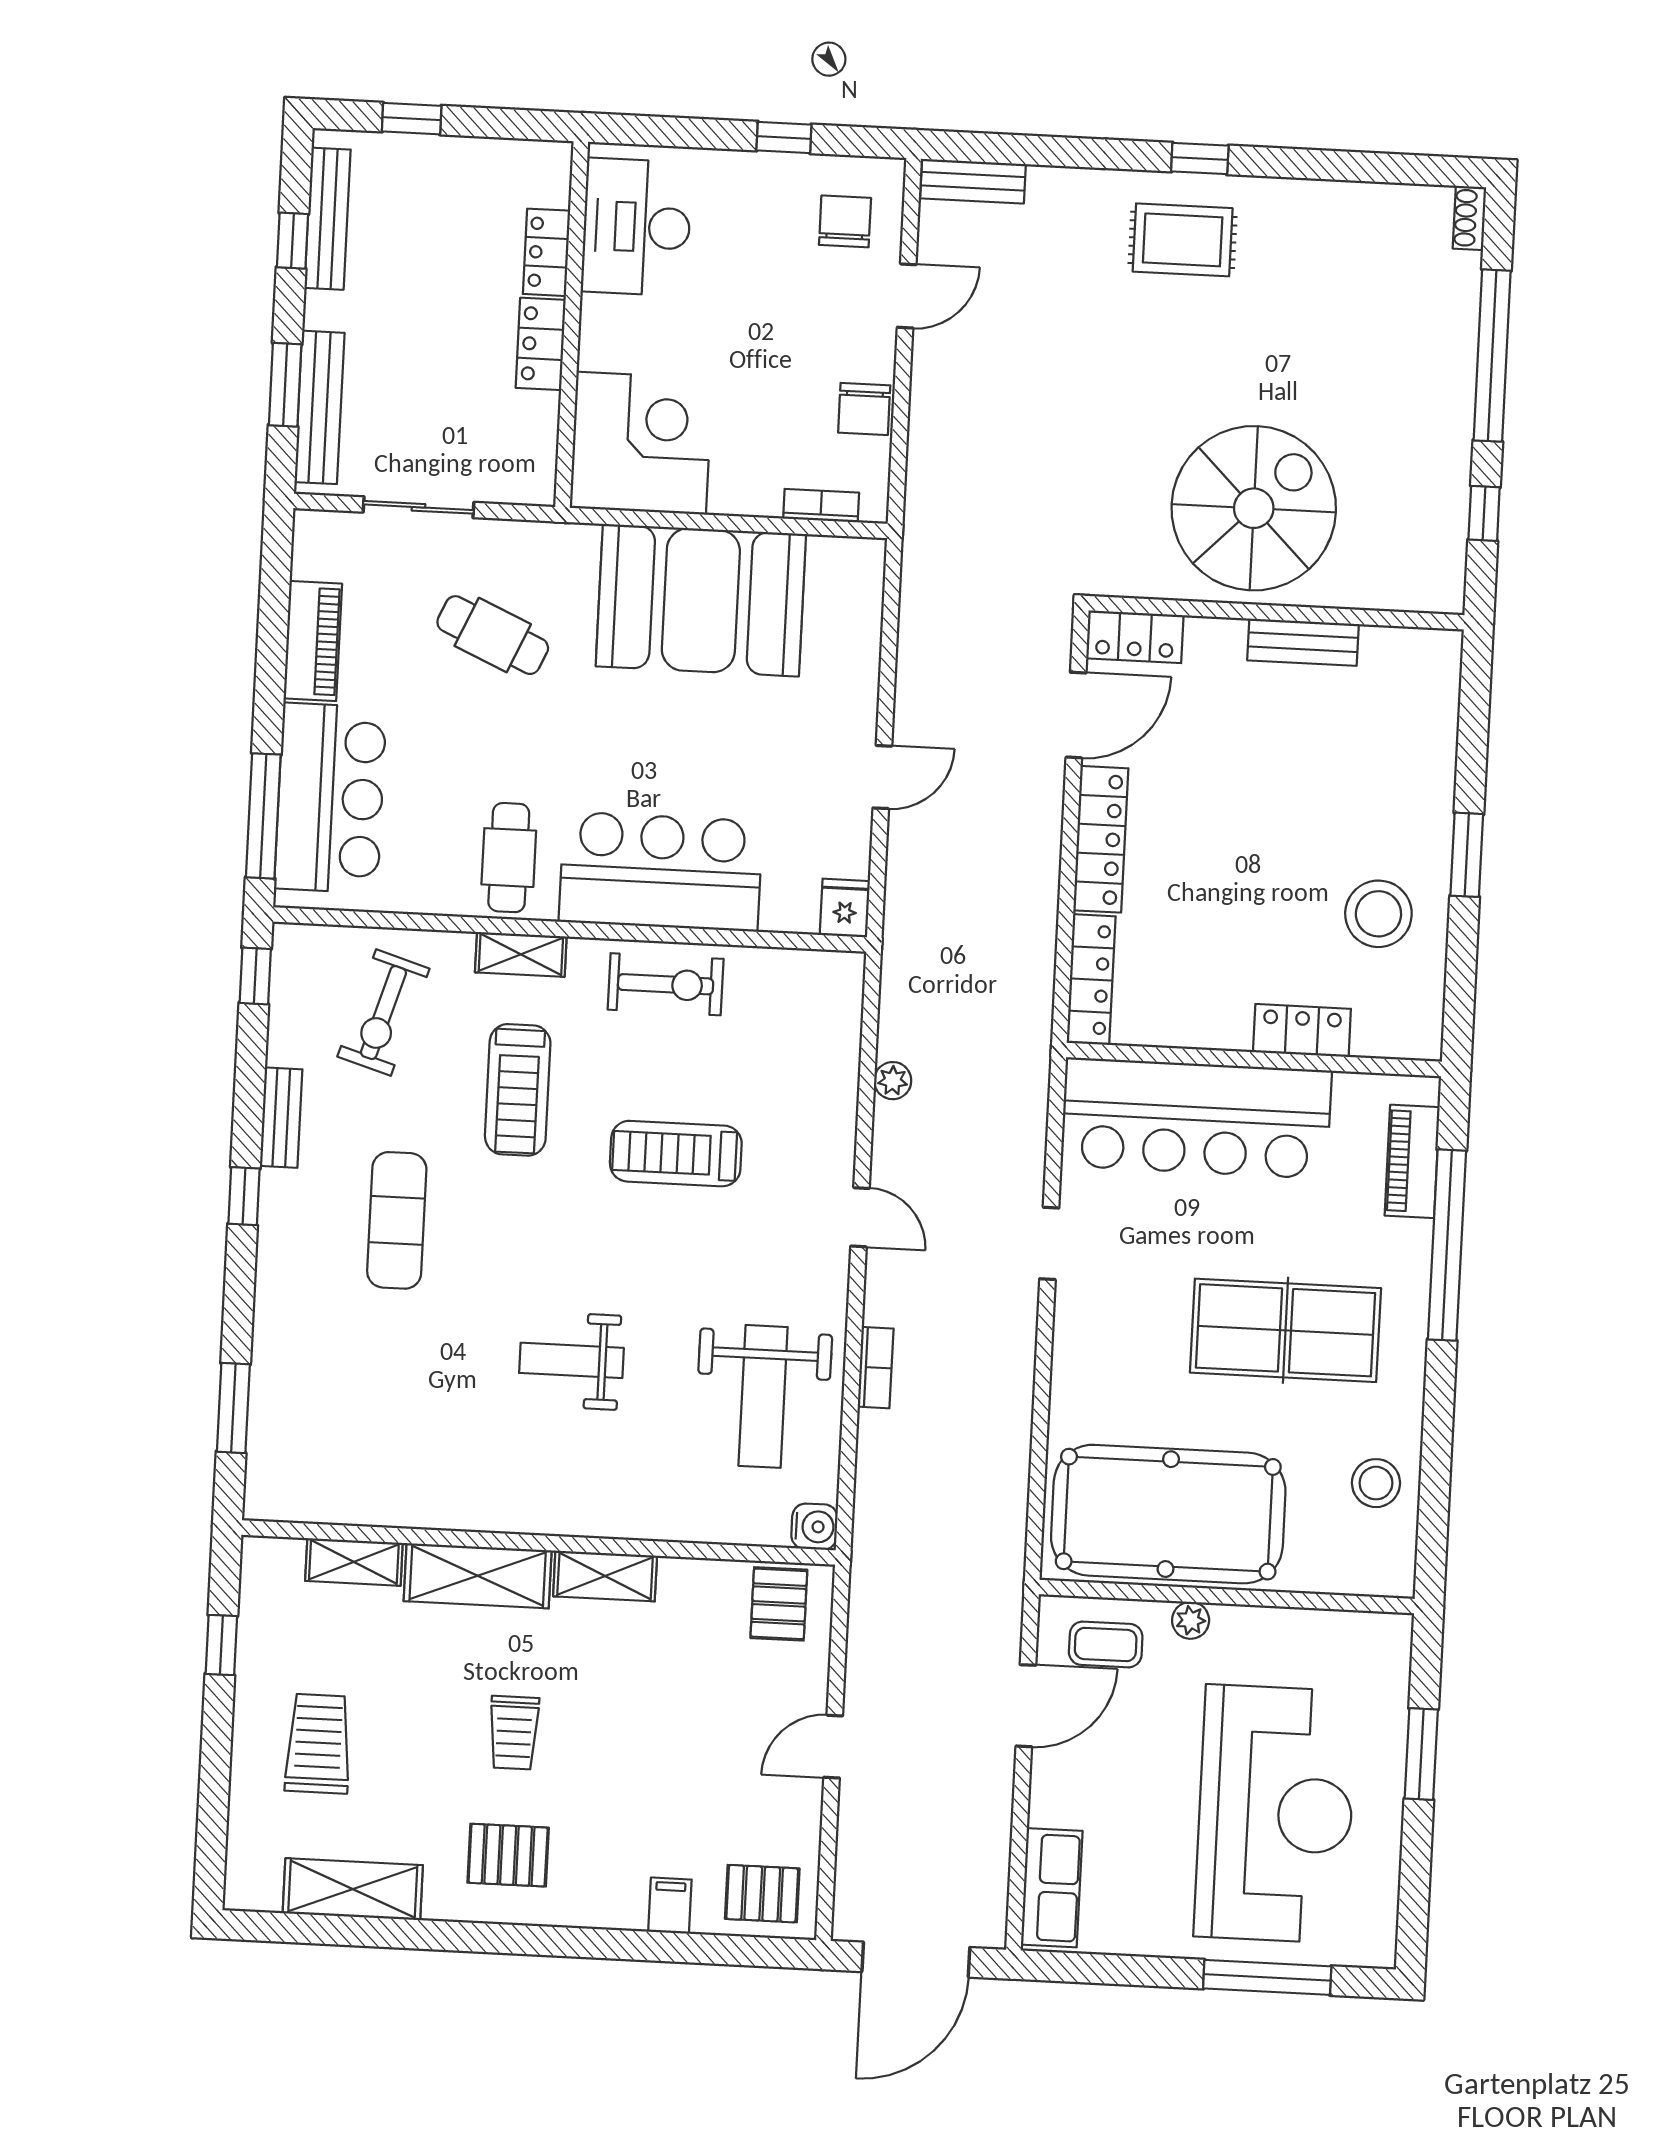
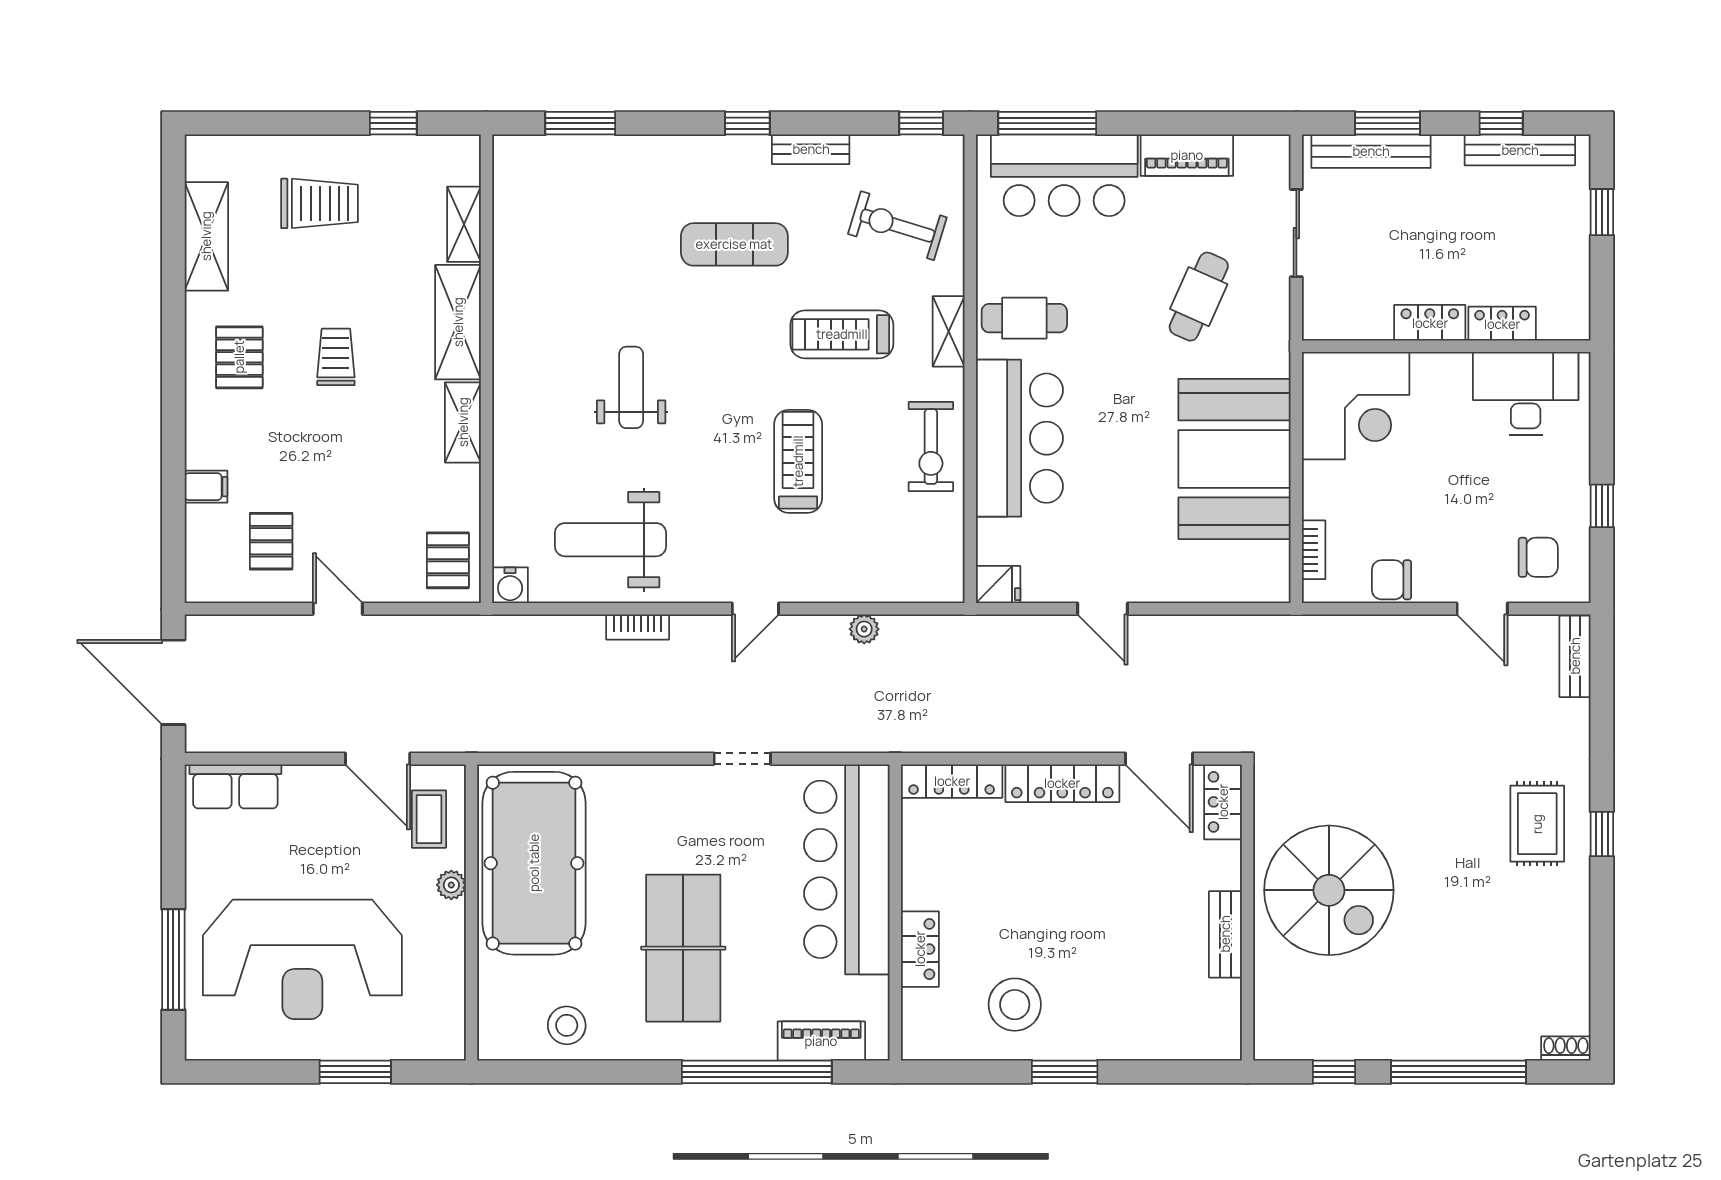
pallet: (779, 1604) -> (448, 560), turned 90
trolley: (514, 1733) -> (336, 357), turned 90
pallet: (762, 1894) -> (271, 541), moved

